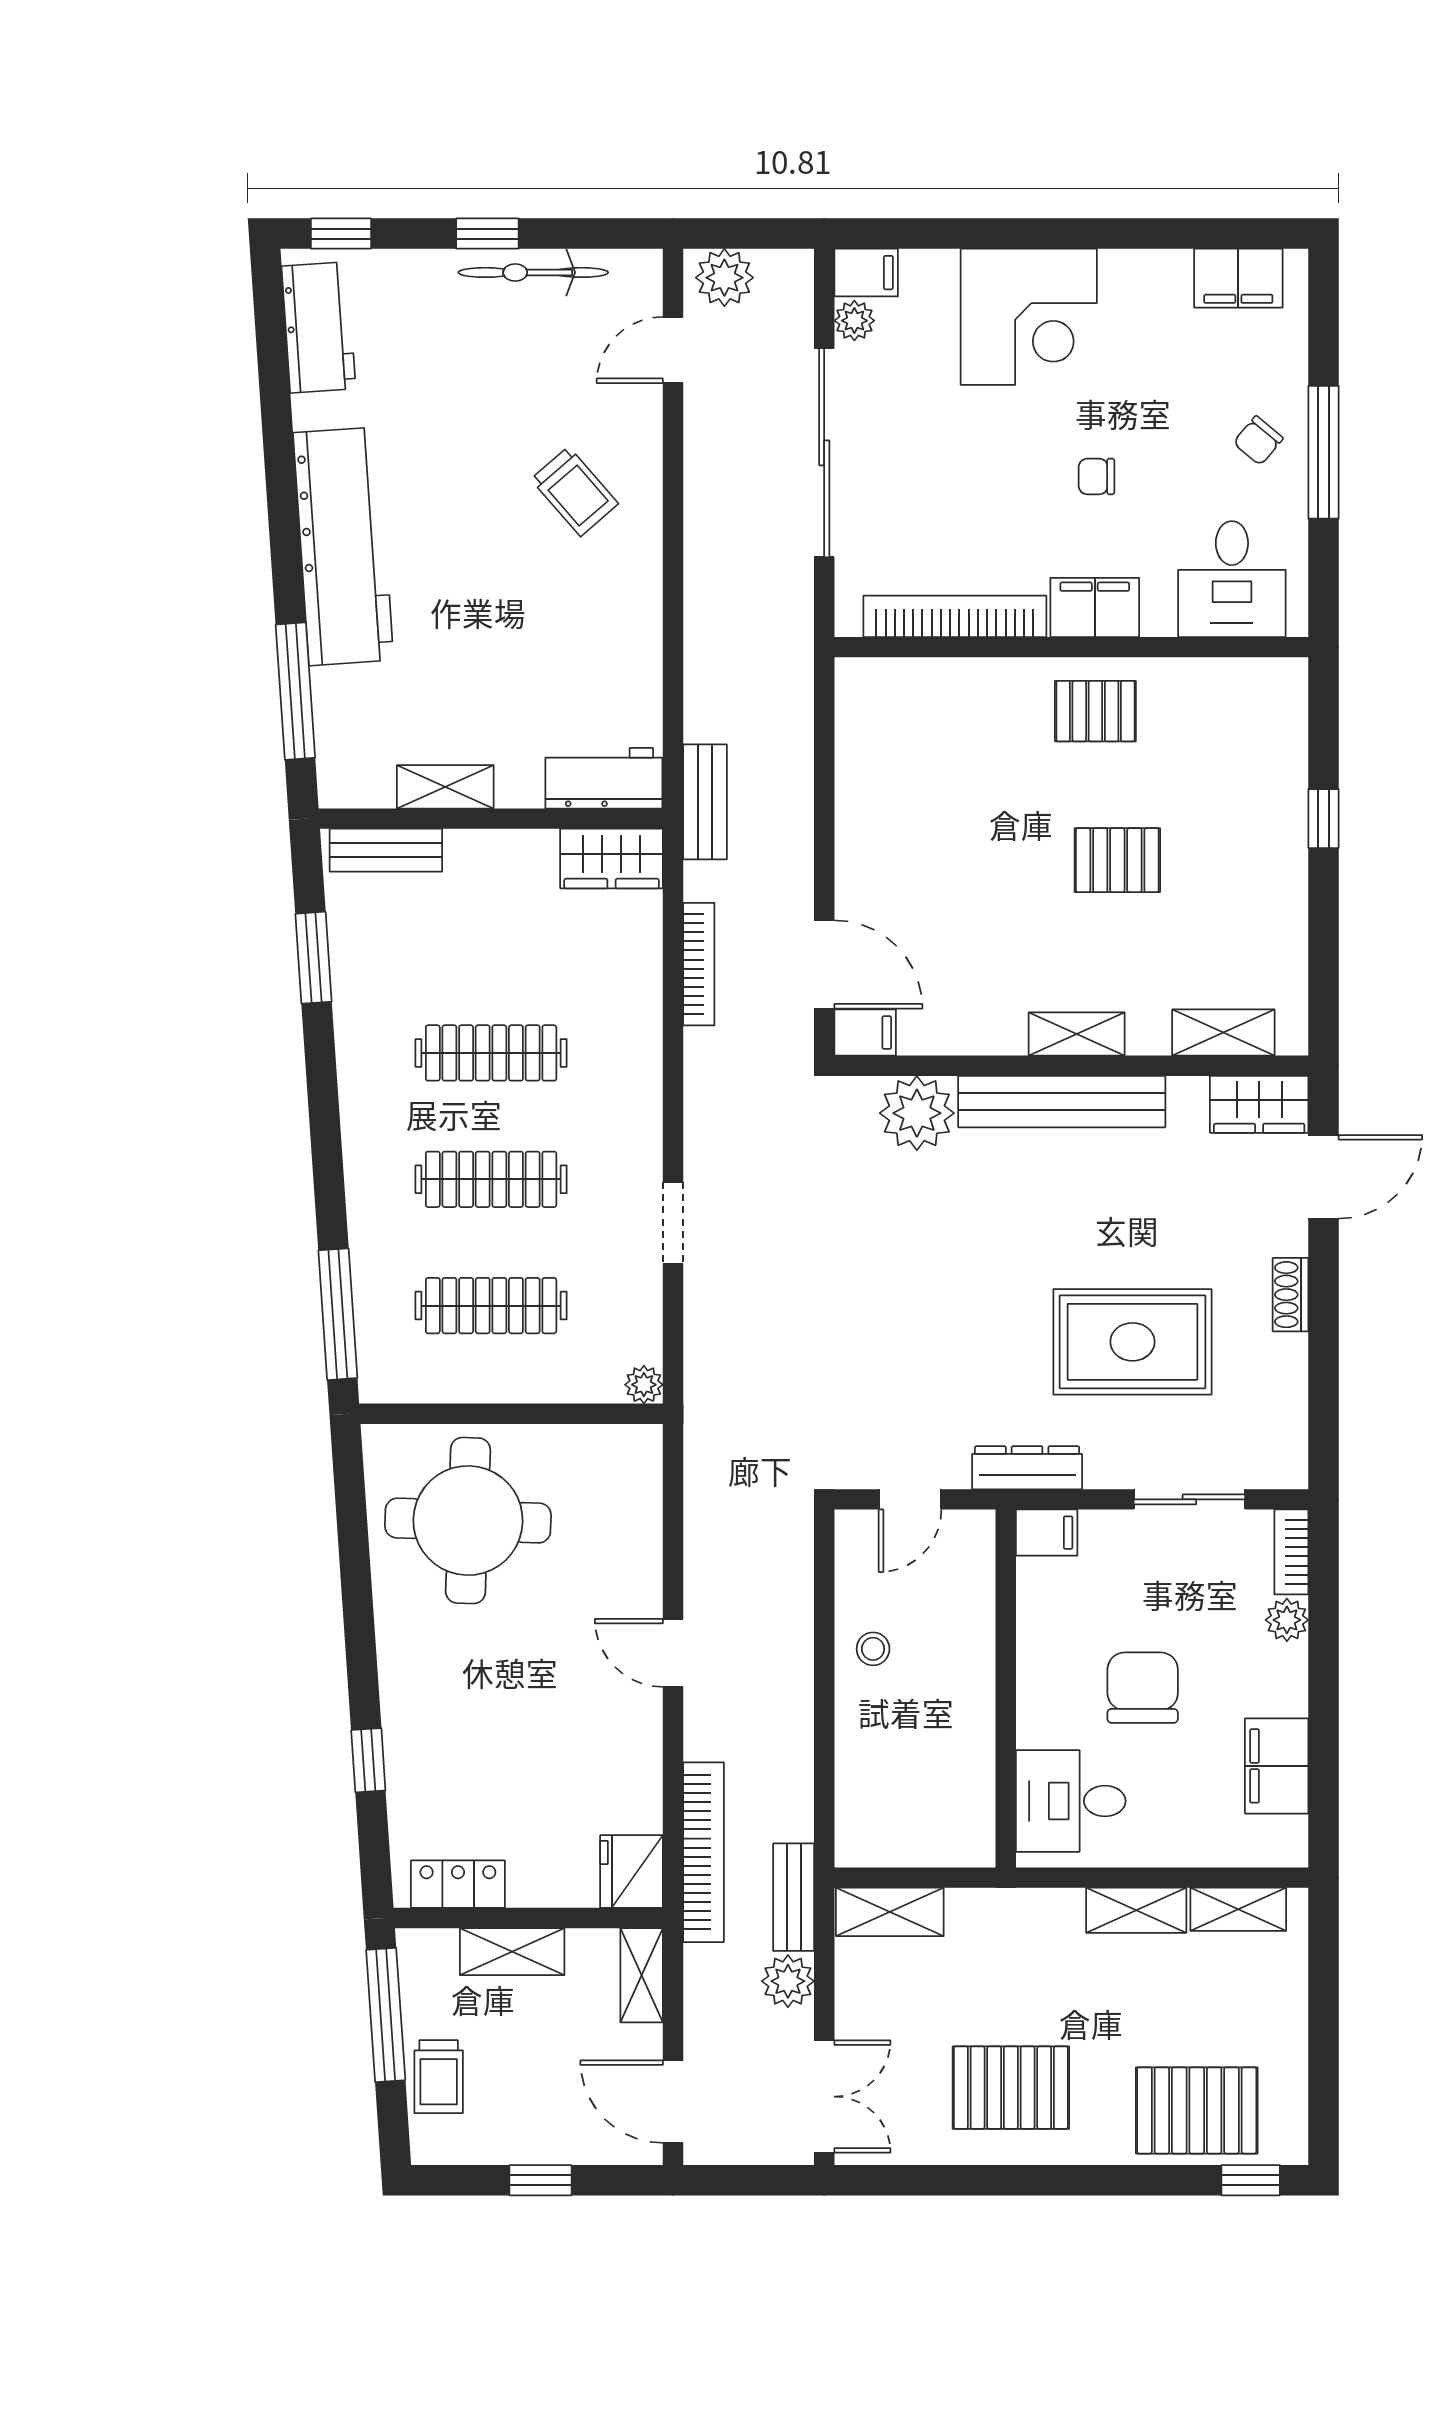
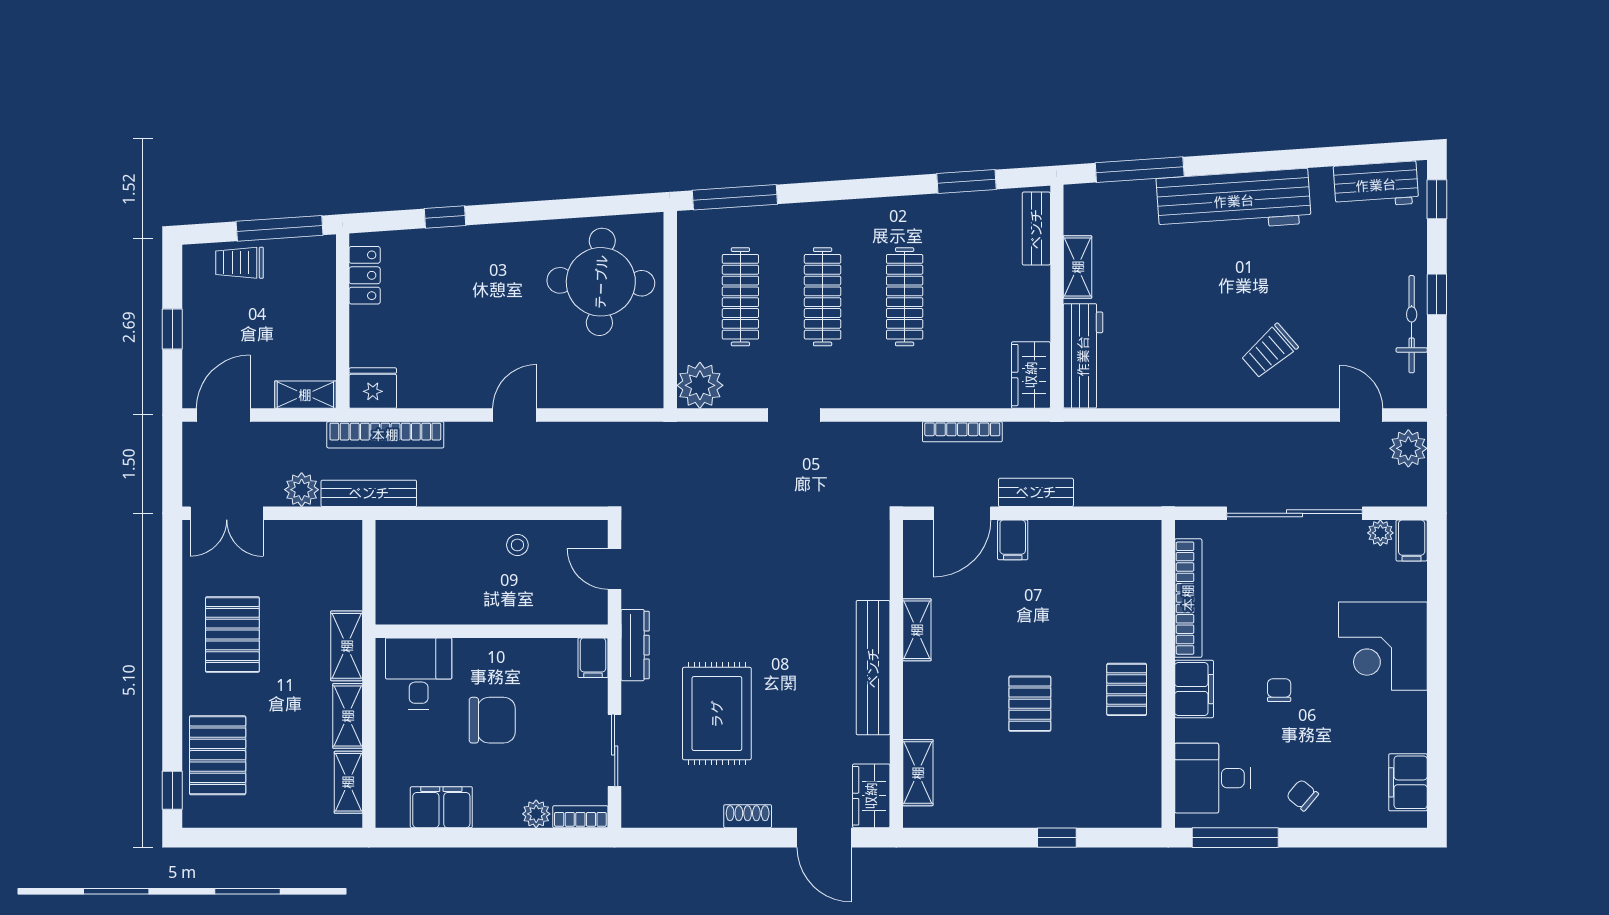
window: (1324, 452) -> (1235, 838), moved
workbench: (604, 778) -> (1083, 356), width x1.38
bench: (705, 802) -> (1036, 492), moved
filing cabinet: (865, 1032) -> (1013, 540), moved
shelving: (1077, 1034) -> (917, 630), moved
plant: (917, 1113) -> (866, 573), removed
plant: (644, 1385) -> (700, 385), width x1.87, depth x1.87
bench: (794, 1897) -> (369, 493), width x1.36
shelving: (890, 1912) -> (347, 646), moved
shelving: (512, 1952) -> (321, 311), removed

